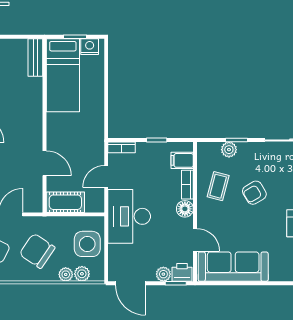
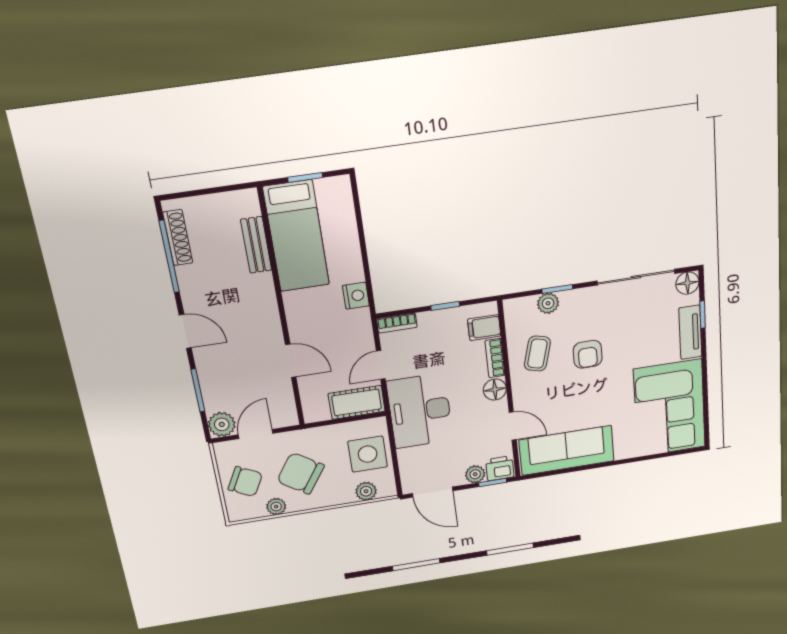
nightstand: (90, 47) -> (356, 296), moved, turned 90
bench: (35, 57) -> (256, 245), moved
armchair: (254, 193) -> (588, 354), turned -59
cot: (65, 202) -> (357, 402), moved
plant: (66, 274) -> (276, 507), moved

